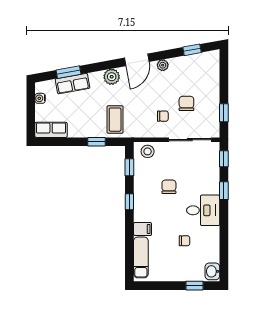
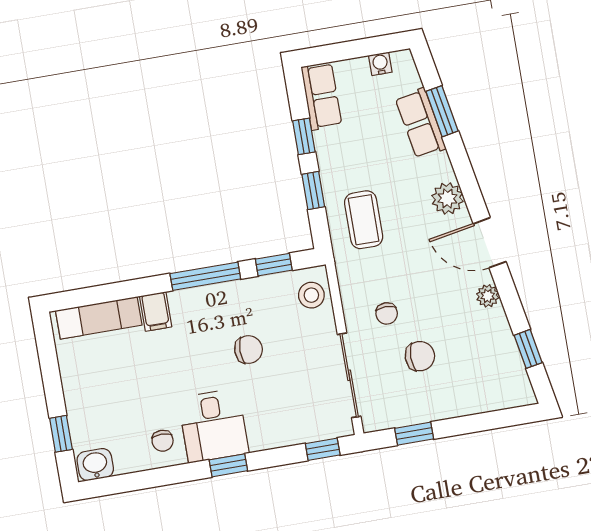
coffee table: (115, 120) -> (364, 220), turned 90
window: (69, 142) -> (304, 136), added
window: (224, 191) -> (228, 465), moved
window: (129, 202) -> (205, 276), width x2.17
chair: (184, 241) -> (163, 441), moved

